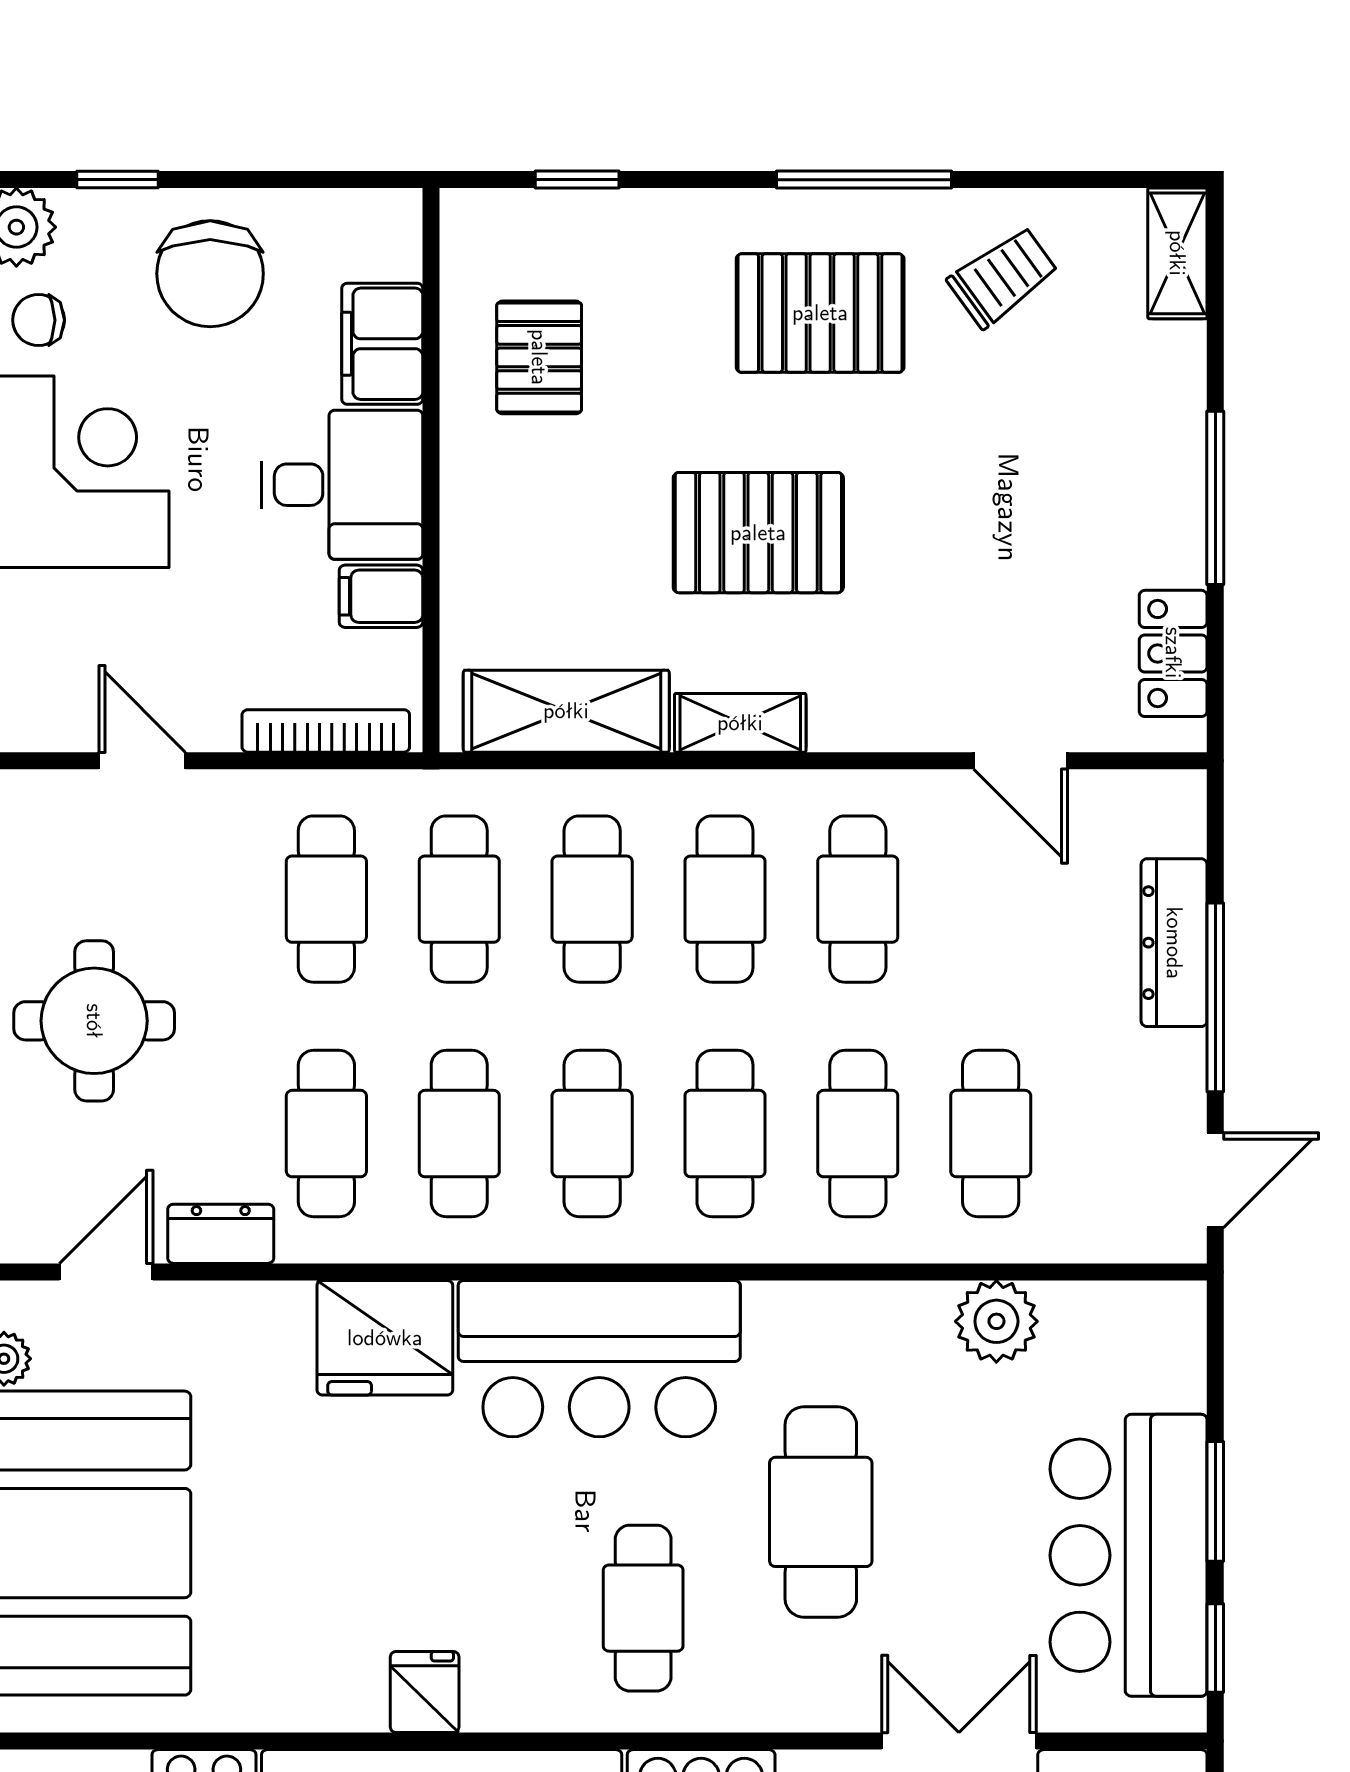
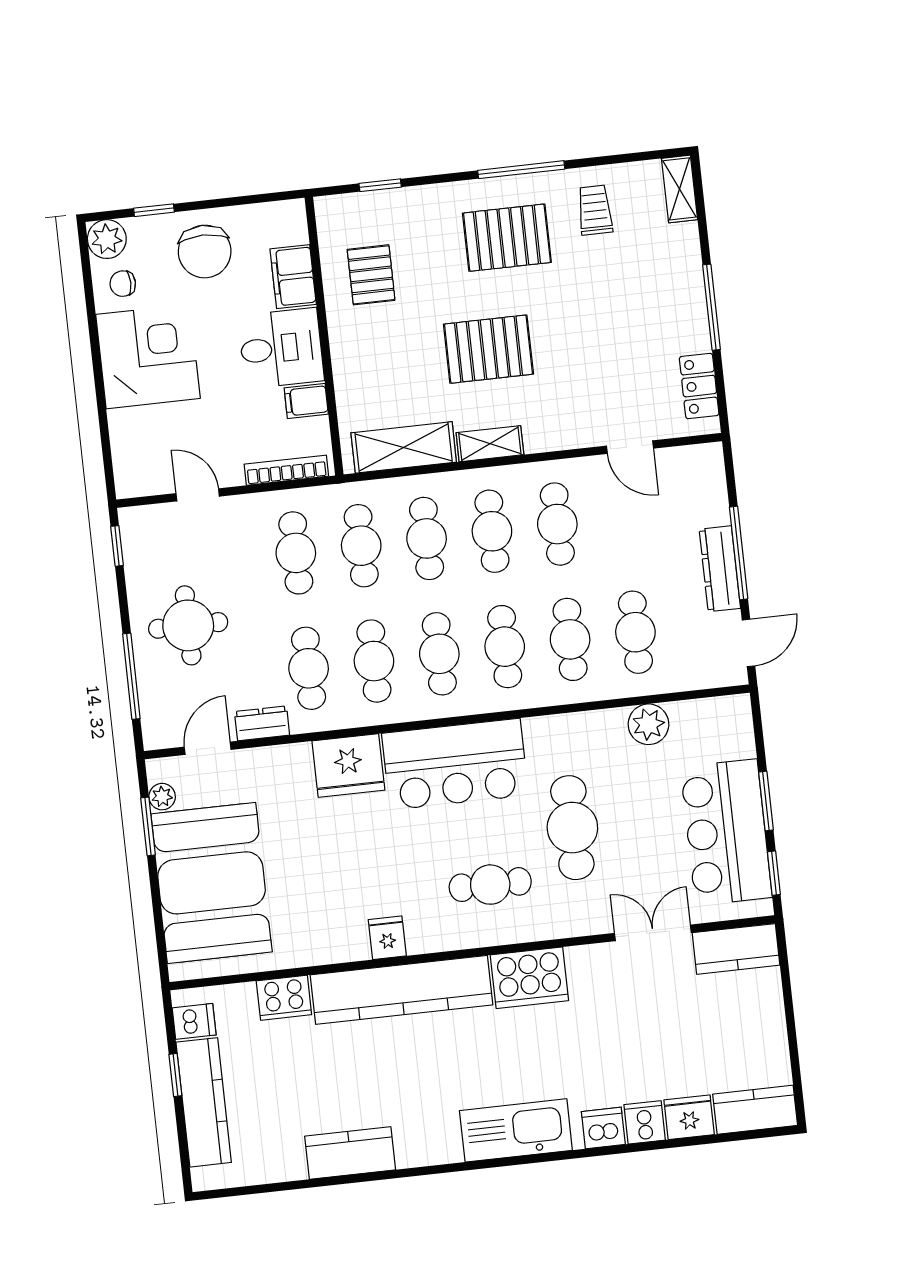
trolley: (1003, 277) -> (595, 210), turned -54
dresser: (1174, 943) -> (720, 569), moved
cafe table: (643, 1608) -> (490, 885), turned 90

